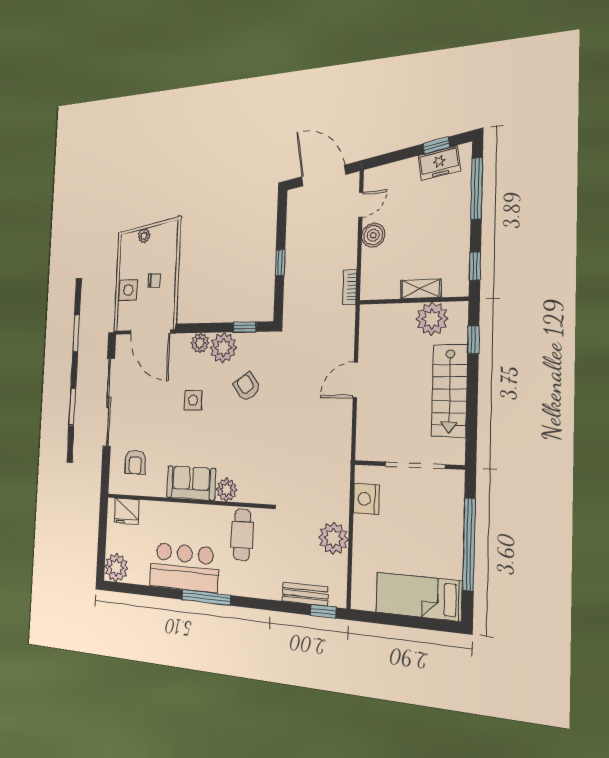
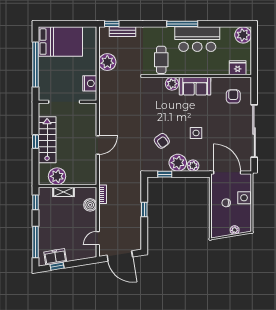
boiler: (373, 235) -> (90, 205), moved
window: (473, 340) -> (35, 142), moved
bed: (419, 597) -> (60, 42), width x1.50

